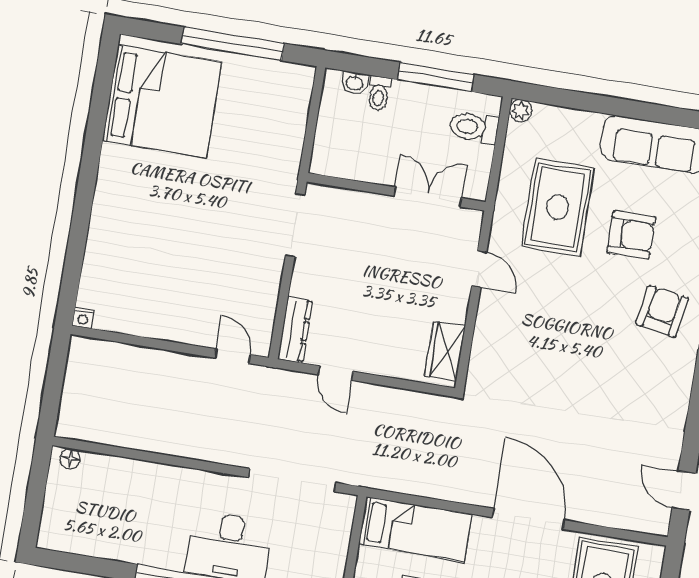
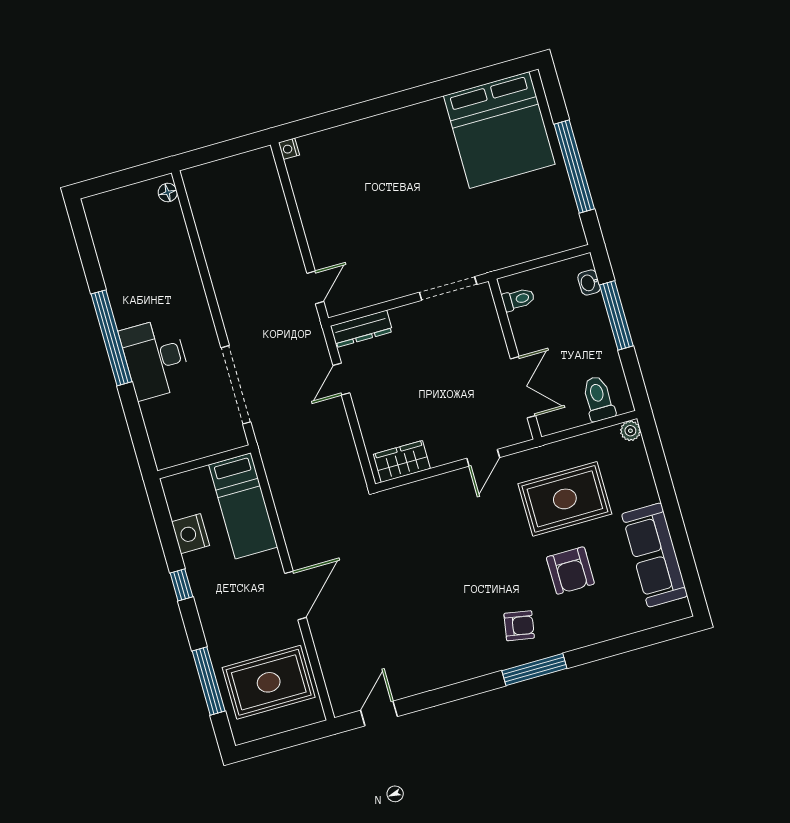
window: (436, 77) -> (616, 315), moved
toilet: (379, 93) -> (518, 299), moved, turned 180
armchair: (662, 311) -> (519, 626), width x0.72, depth x0.72
door: (528, 519) -> (295, 595), width x0.73

